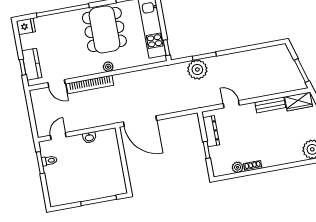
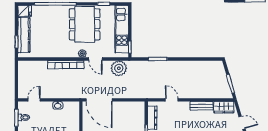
kitchen counter: (32, 64) -> (24, 35), width x1.50
plant: (197, 70) -> (119, 68), moved
door: (56, 83) -> (96, 59), moved

